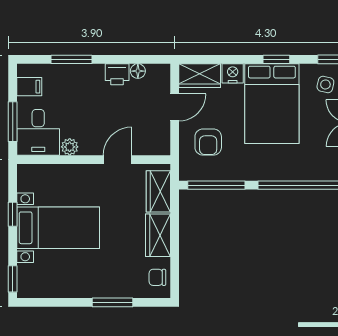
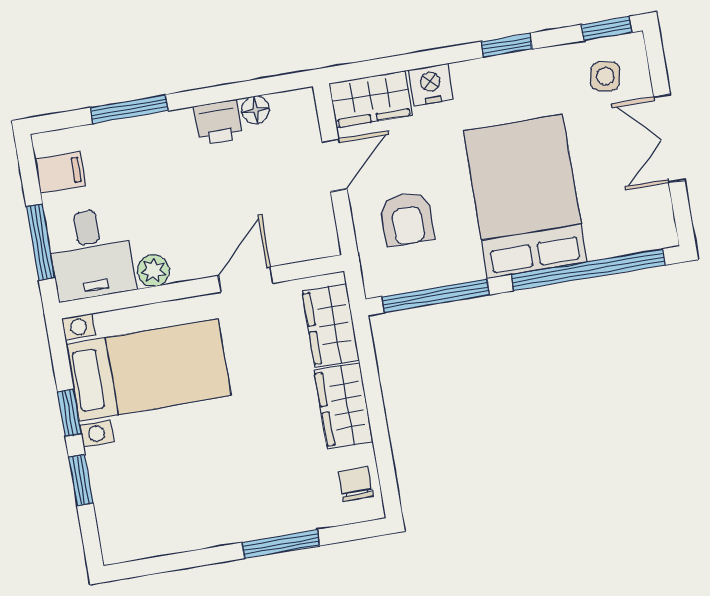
bed: (272, 104) -> (525, 197), moved, turned 180
bed with nightstands: (58, 228) -> (148, 370), moved
chair: (157, 277) -> (356, 484), turned 90
window: (13, 279) -> (81, 480), moved

